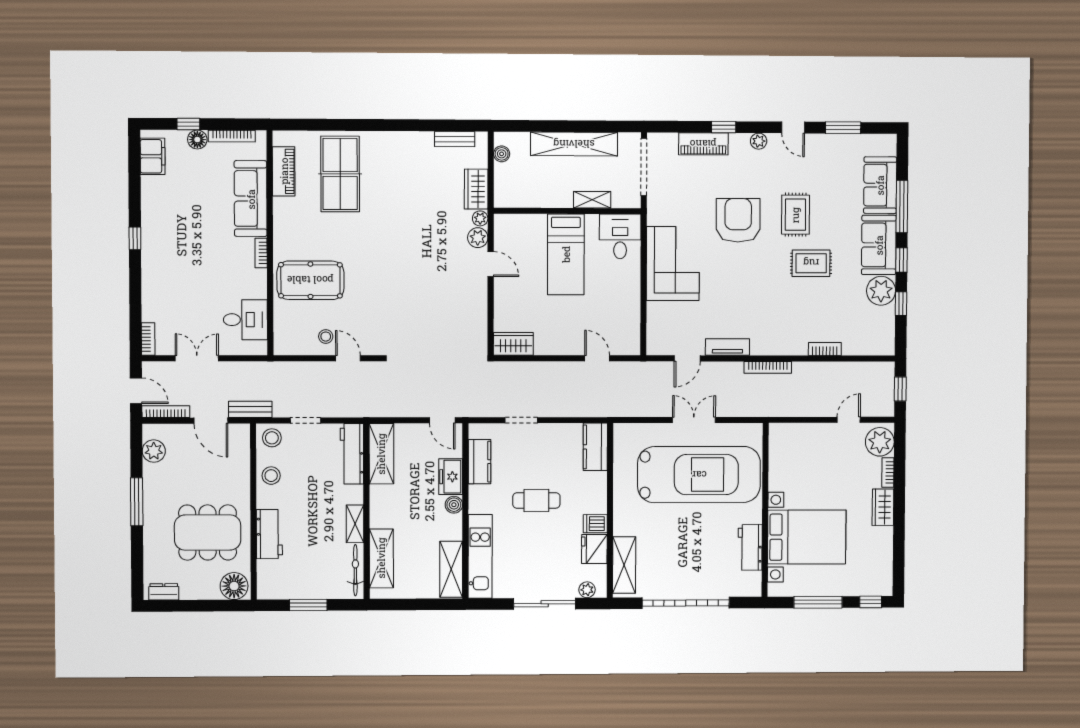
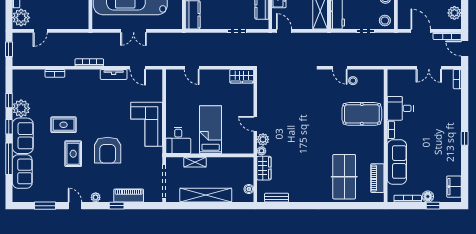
desk: (245, 320) -> (400, 108), moved
door: (687, 358) -> (138, 68), swing flipped
bench: (250, 409) -> (398, 37), removed

